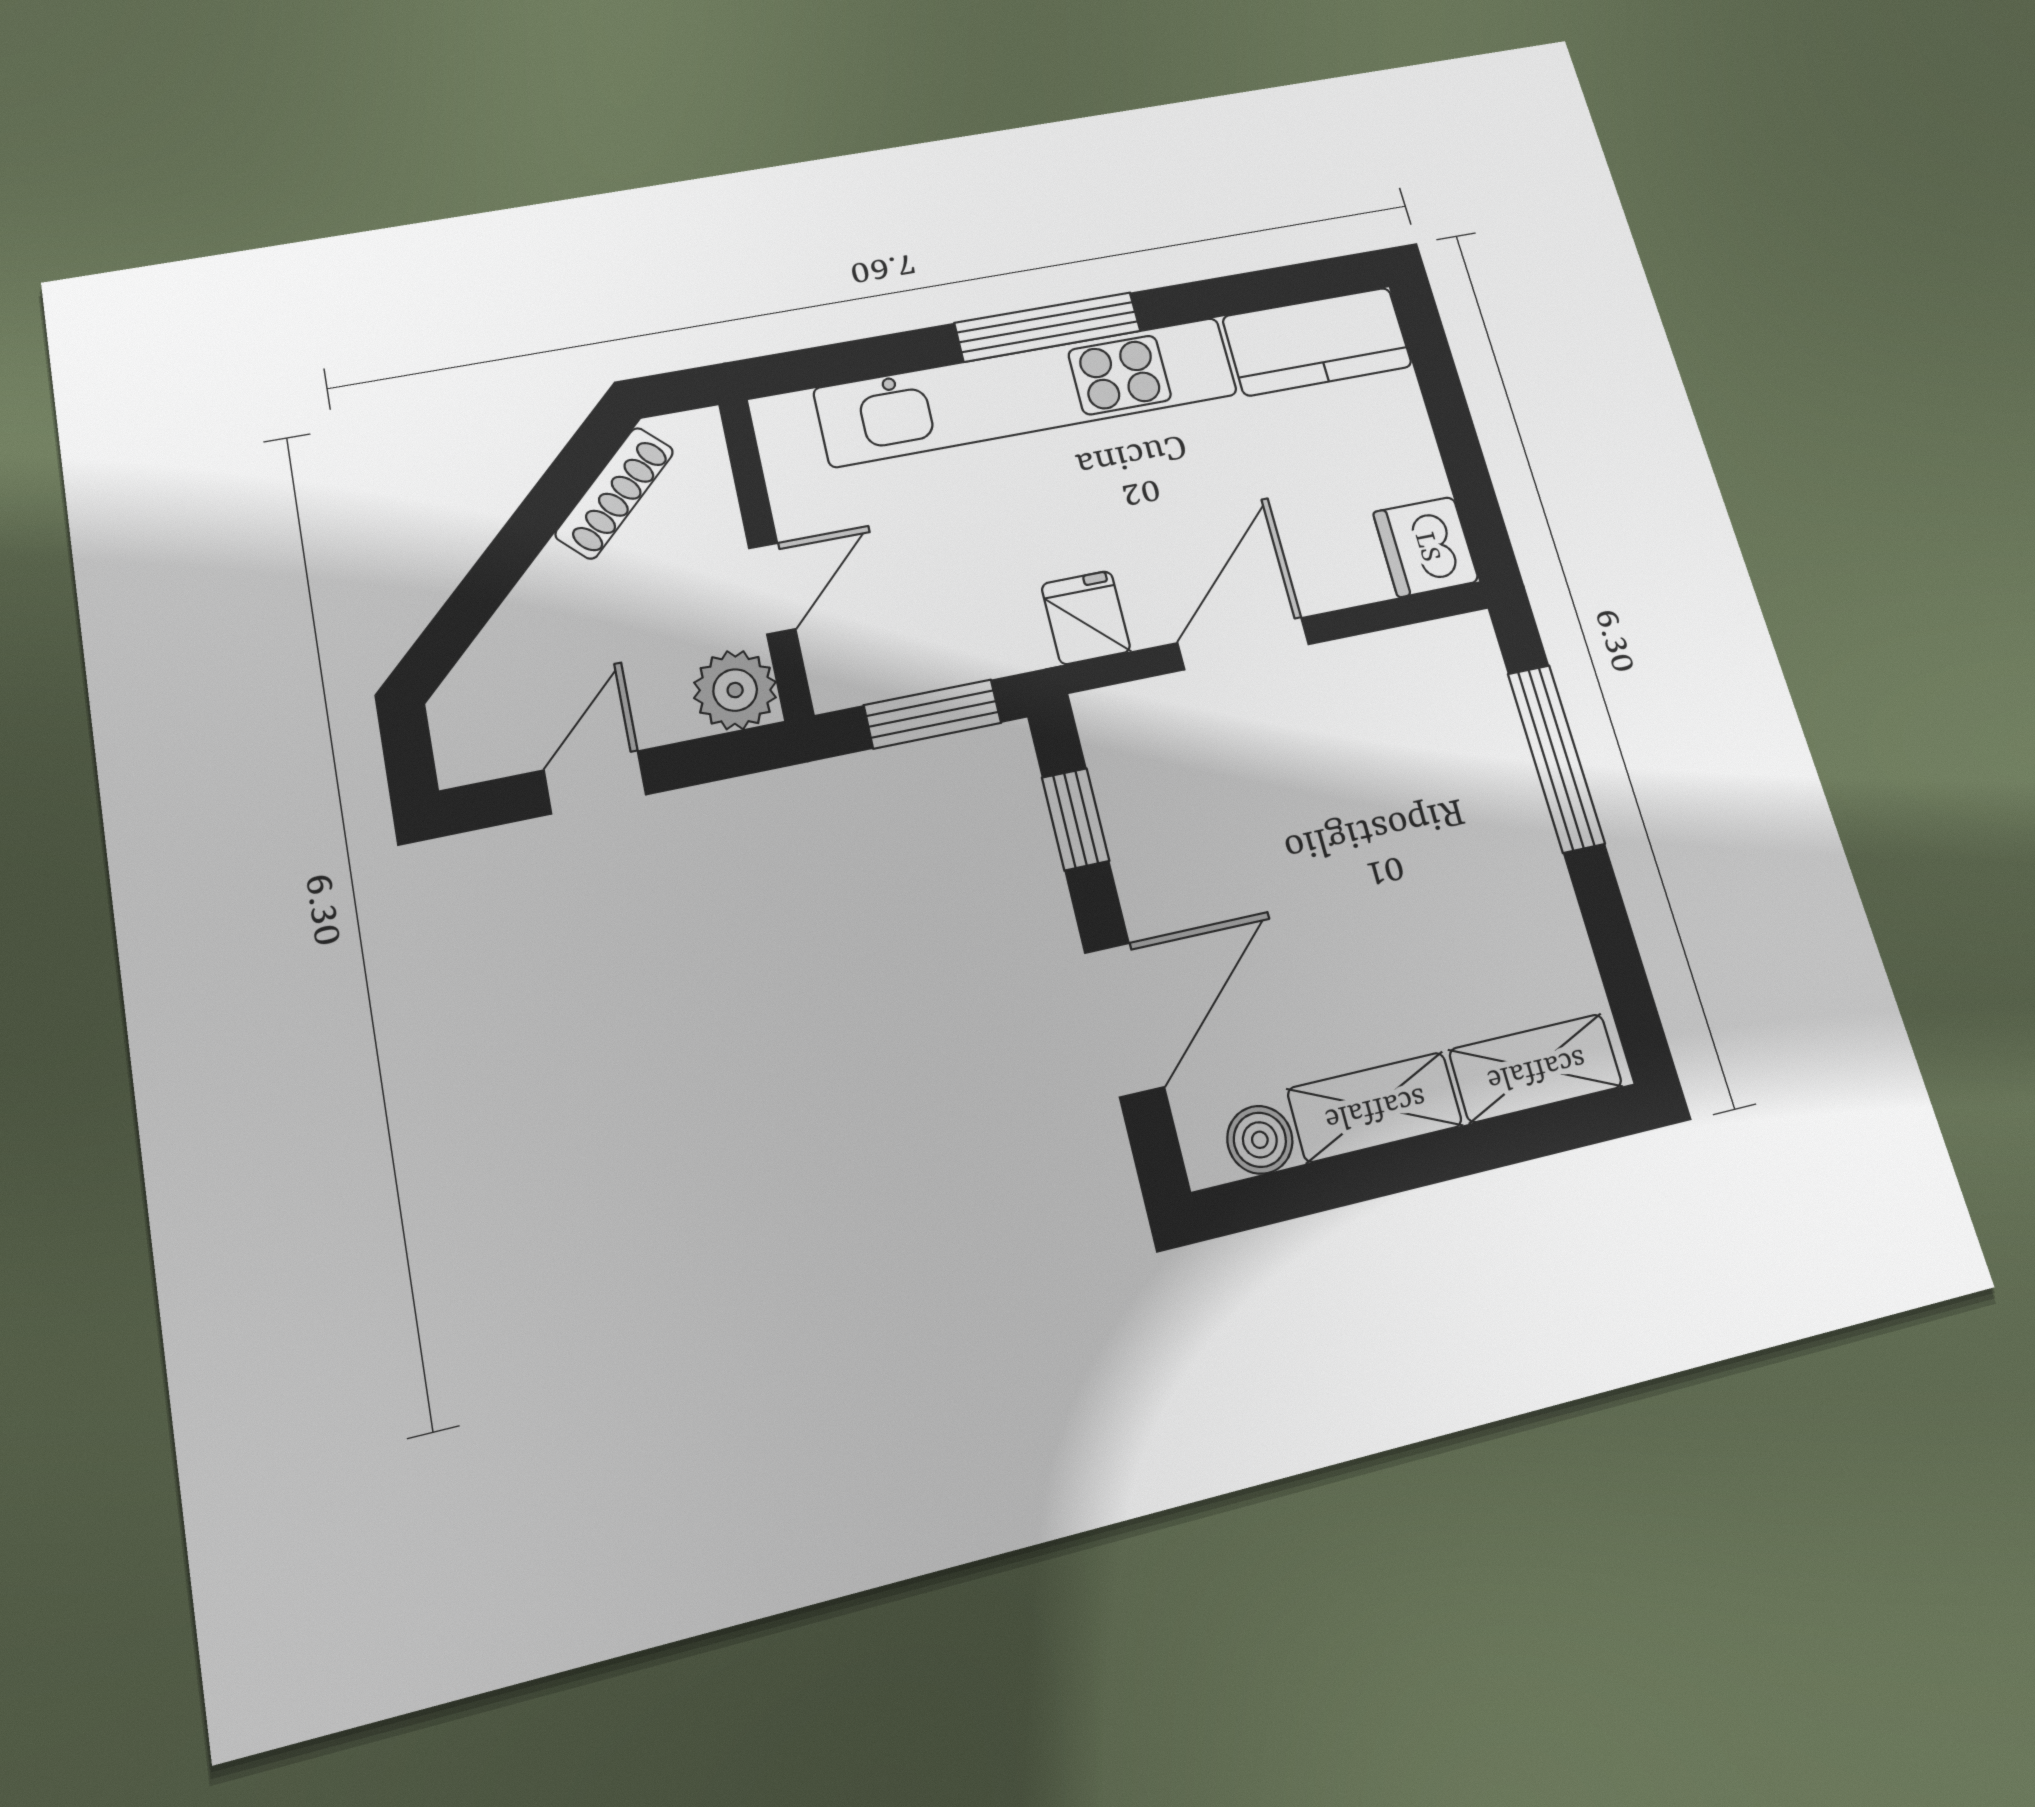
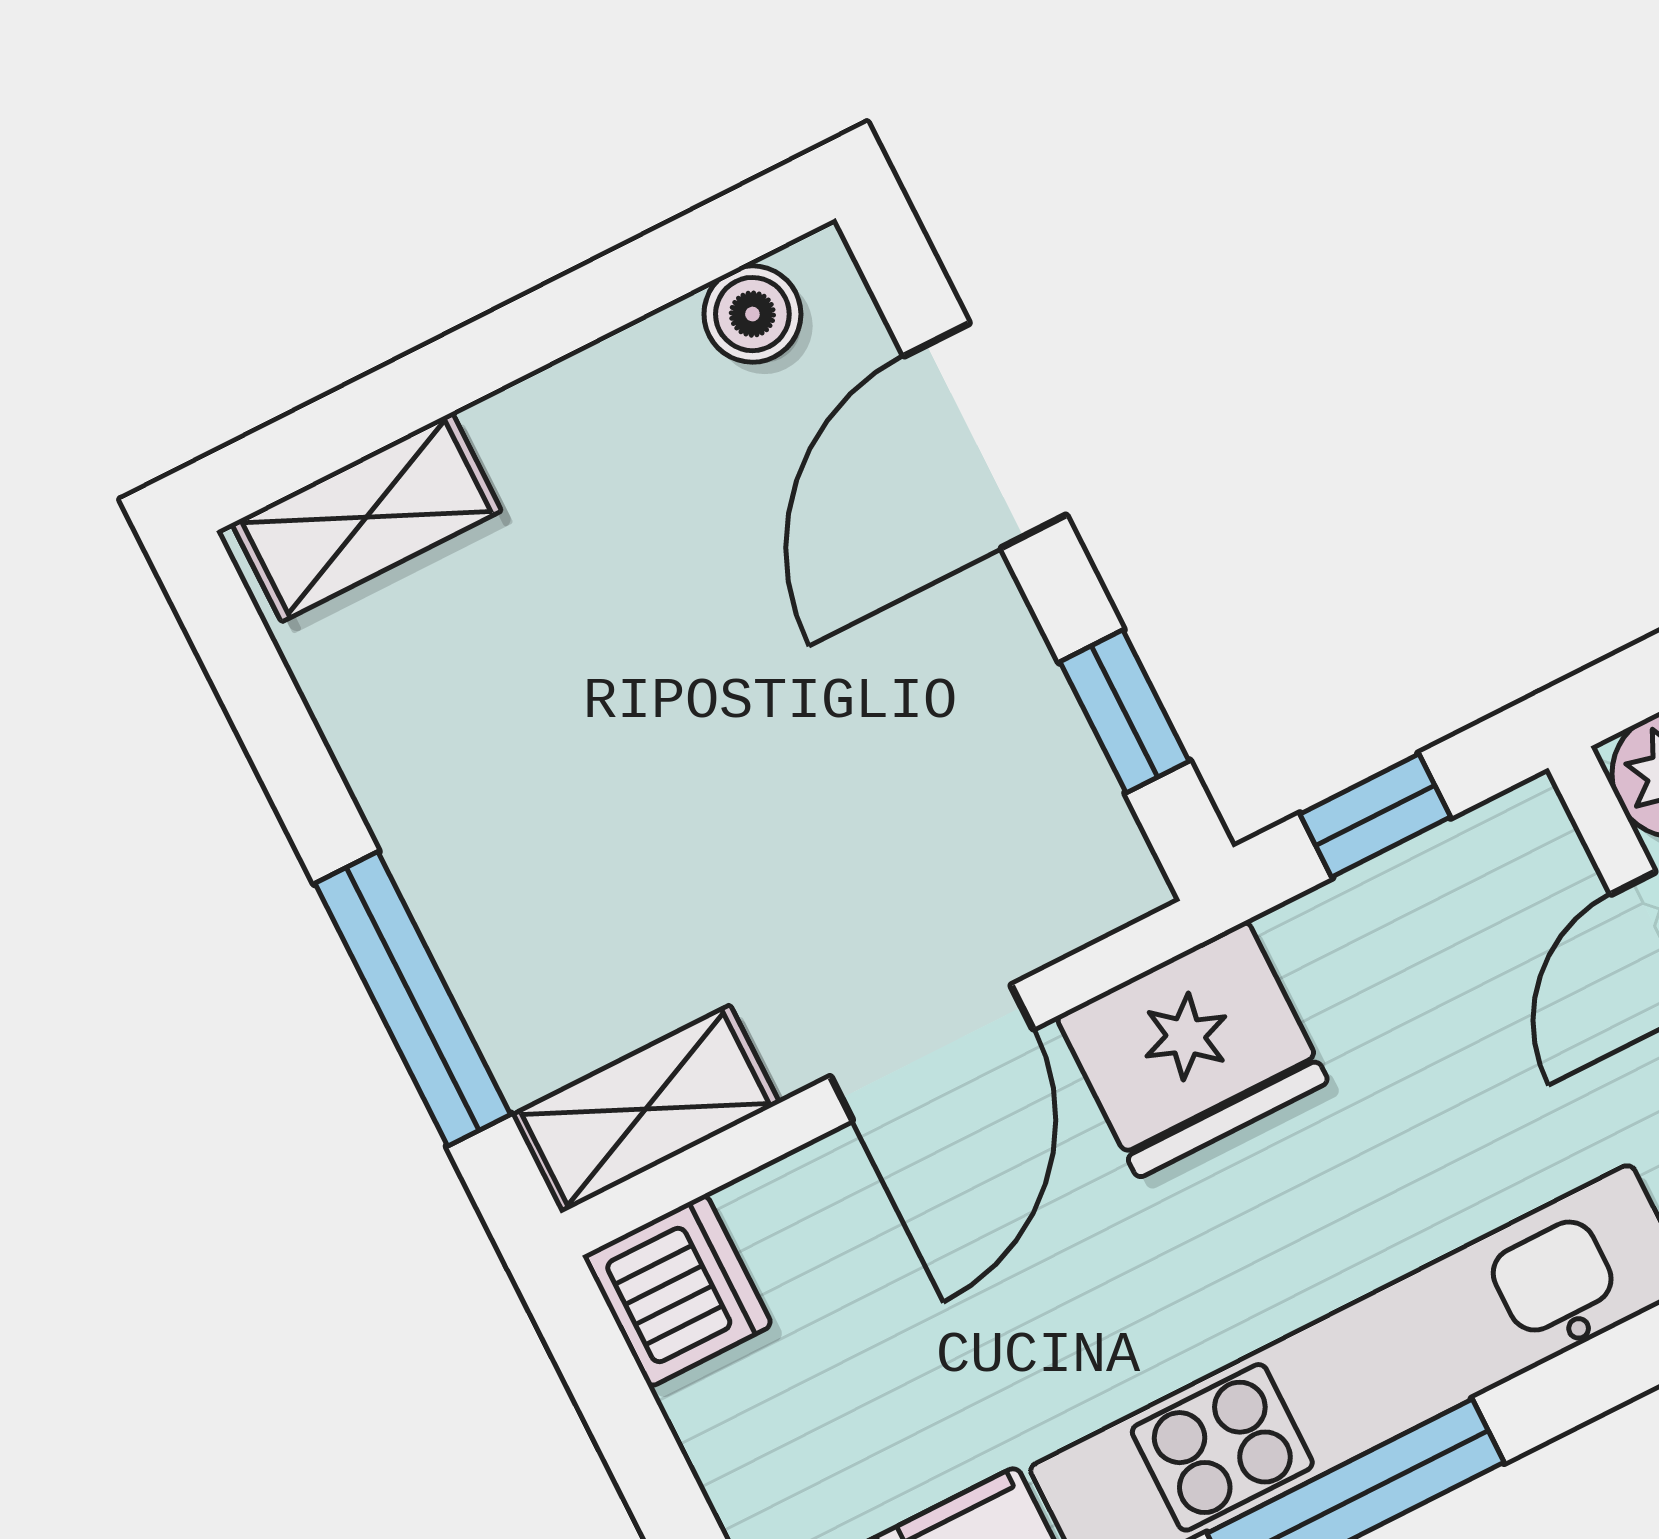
fridge: (1086, 618) -> (1192, 1049), width x1.88, depth x1.34
window: (933, 714) -> (1375, 815), width x0.67
shelving: (1375, 1107) -> (645, 1109), moved

